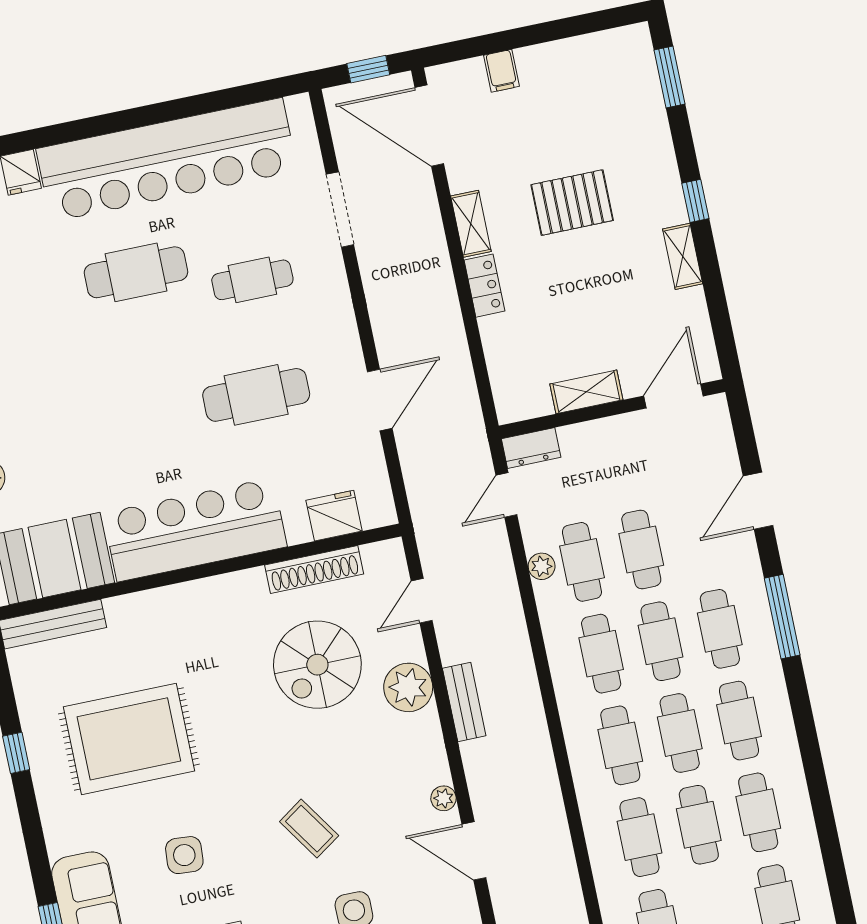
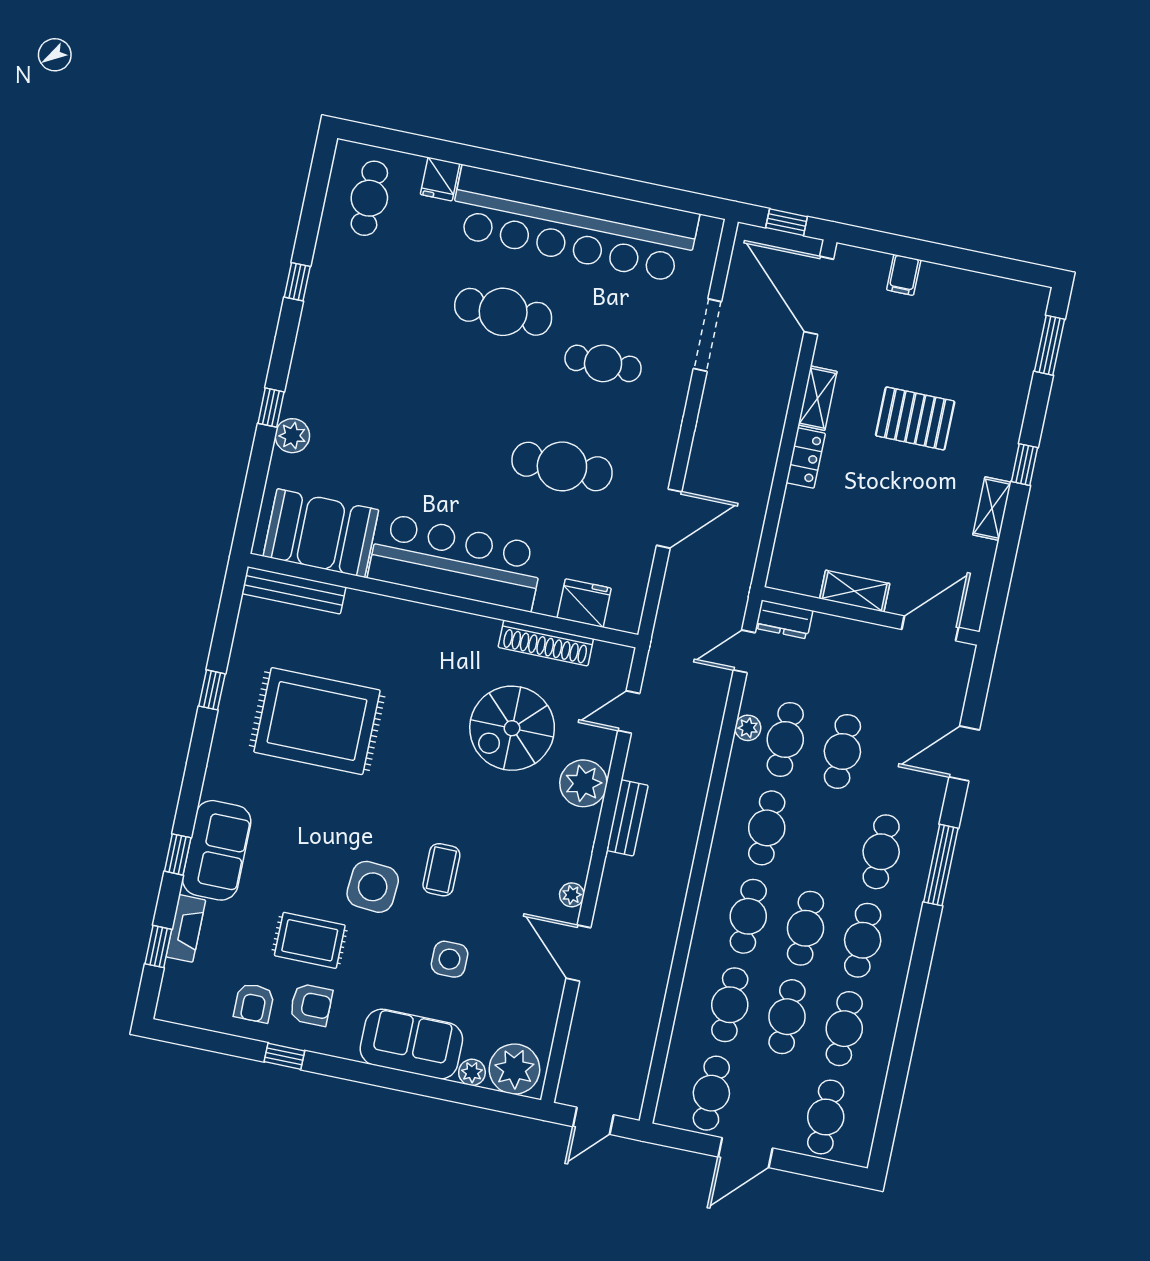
cafe table: (660, 641) -> (824, 840), removed
coffee table: (309, 829) -> (441, 870), turned 34
side table: (184, 855) -> (373, 887), moved, width x1.37, depth x1.37

